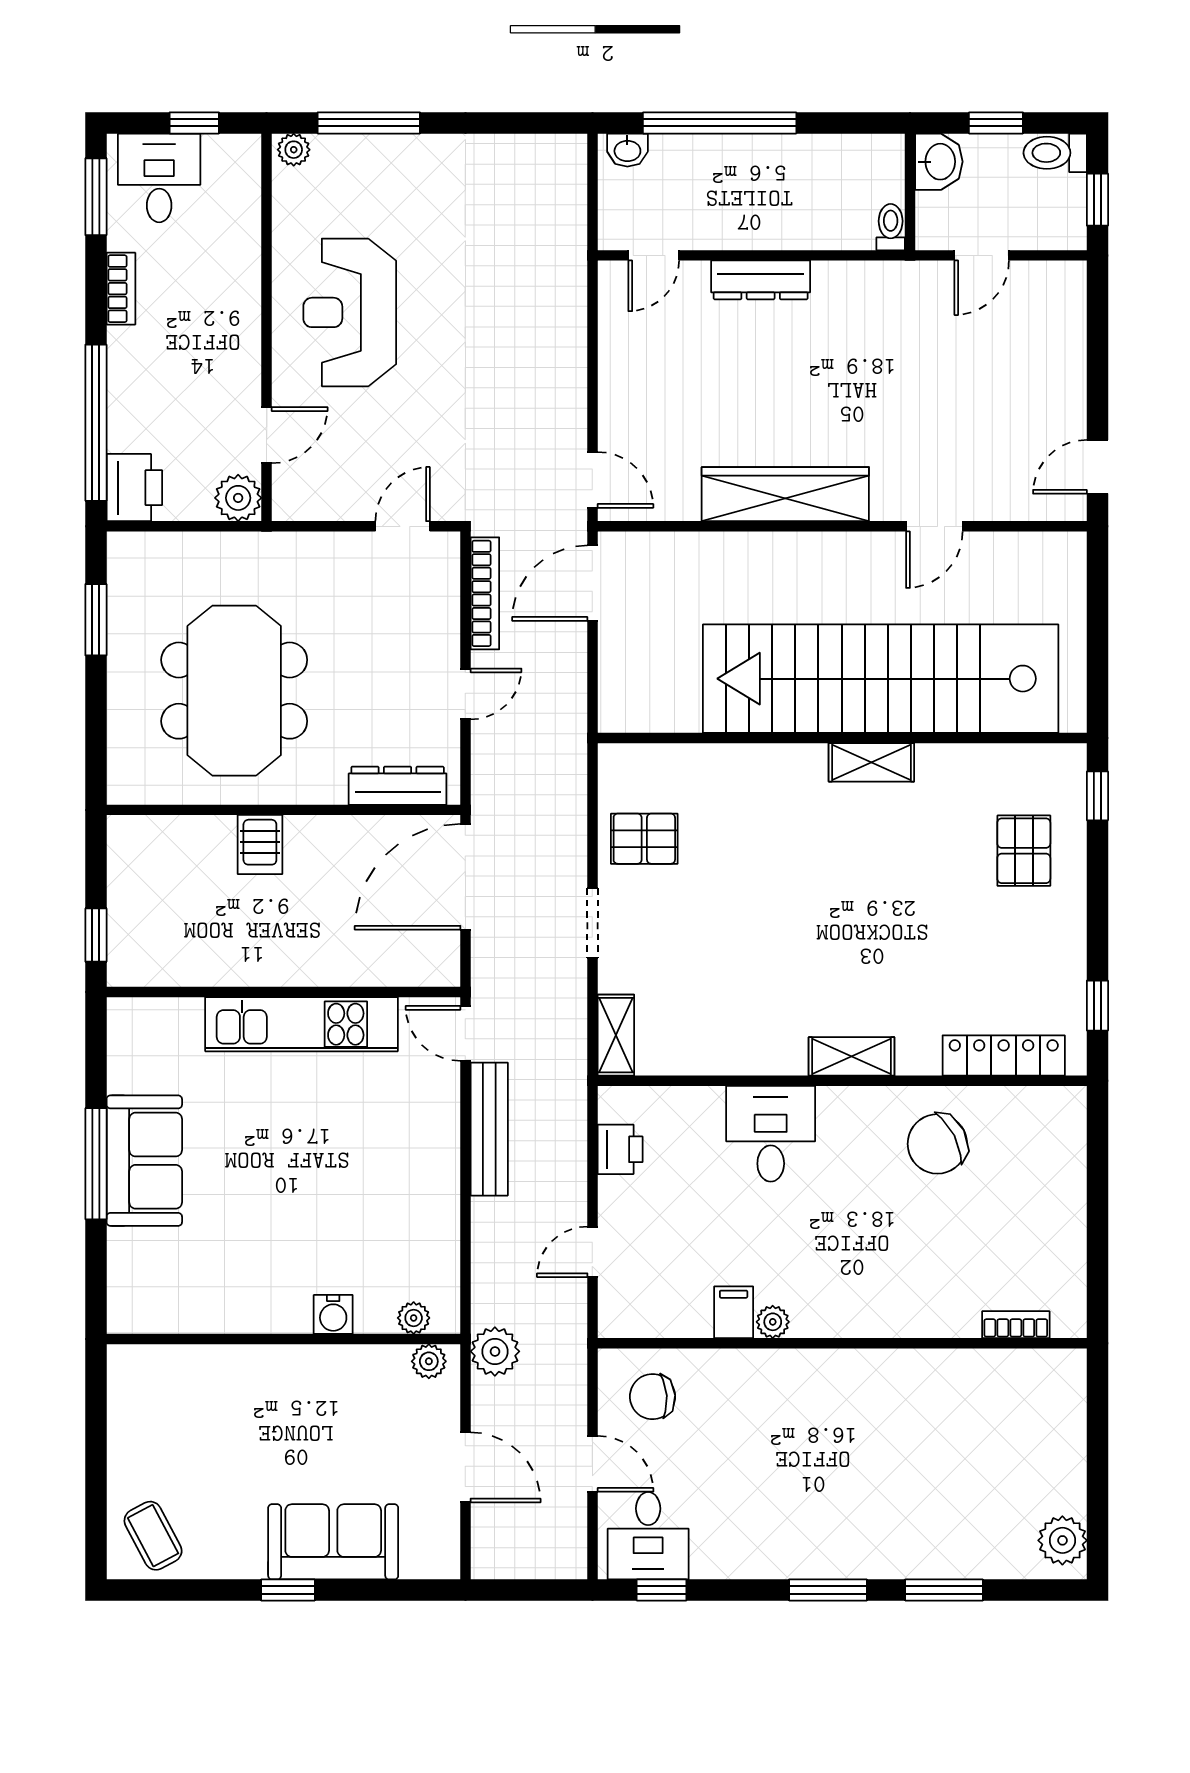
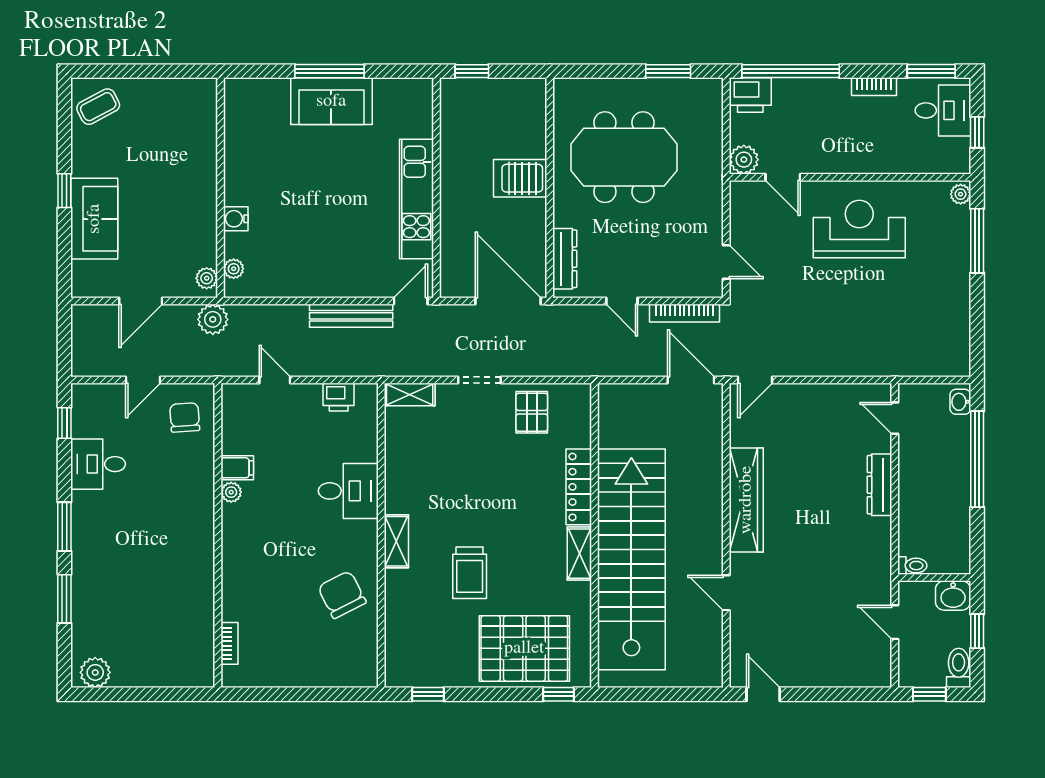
server rack: (260, 845) -> (520, 178), width x1.36, depth x1.44
pallet: (1024, 851) -> (524, 648), width x2.05, depth x2.00
trolley: (902, 939) -> (470, 573), added
locker: (1004, 1056) -> (579, 487), moved, turned 180
desk: (648, 1536) -> (98, 464), moved

